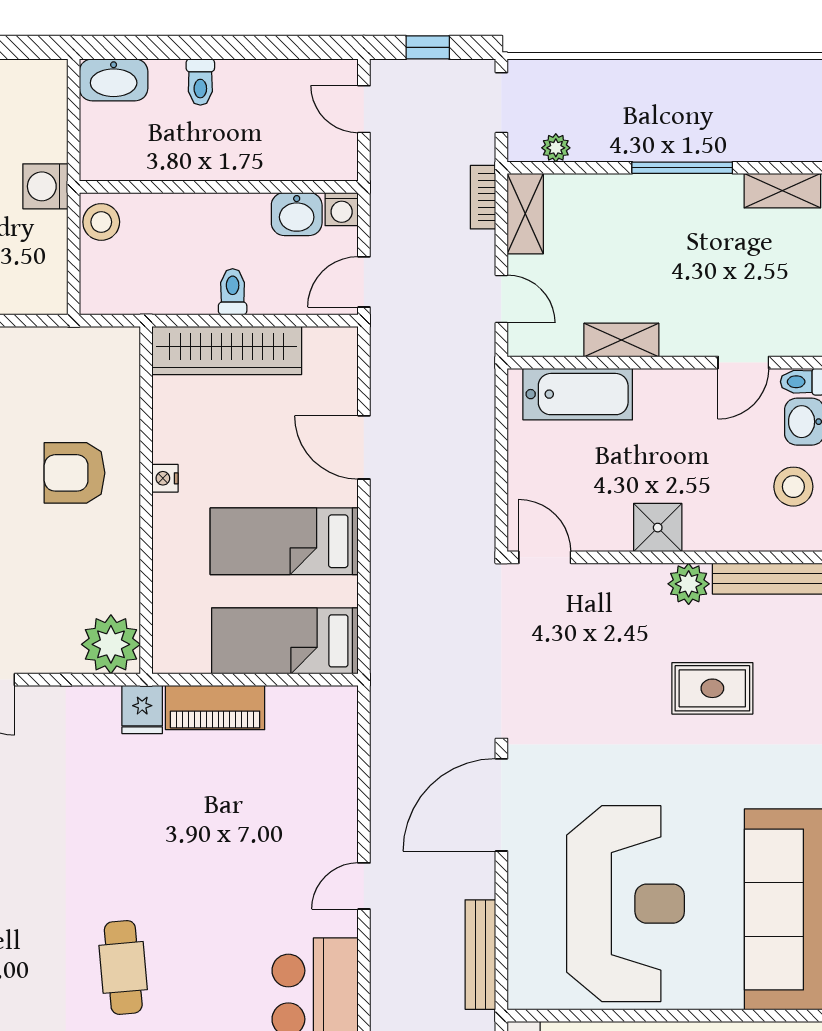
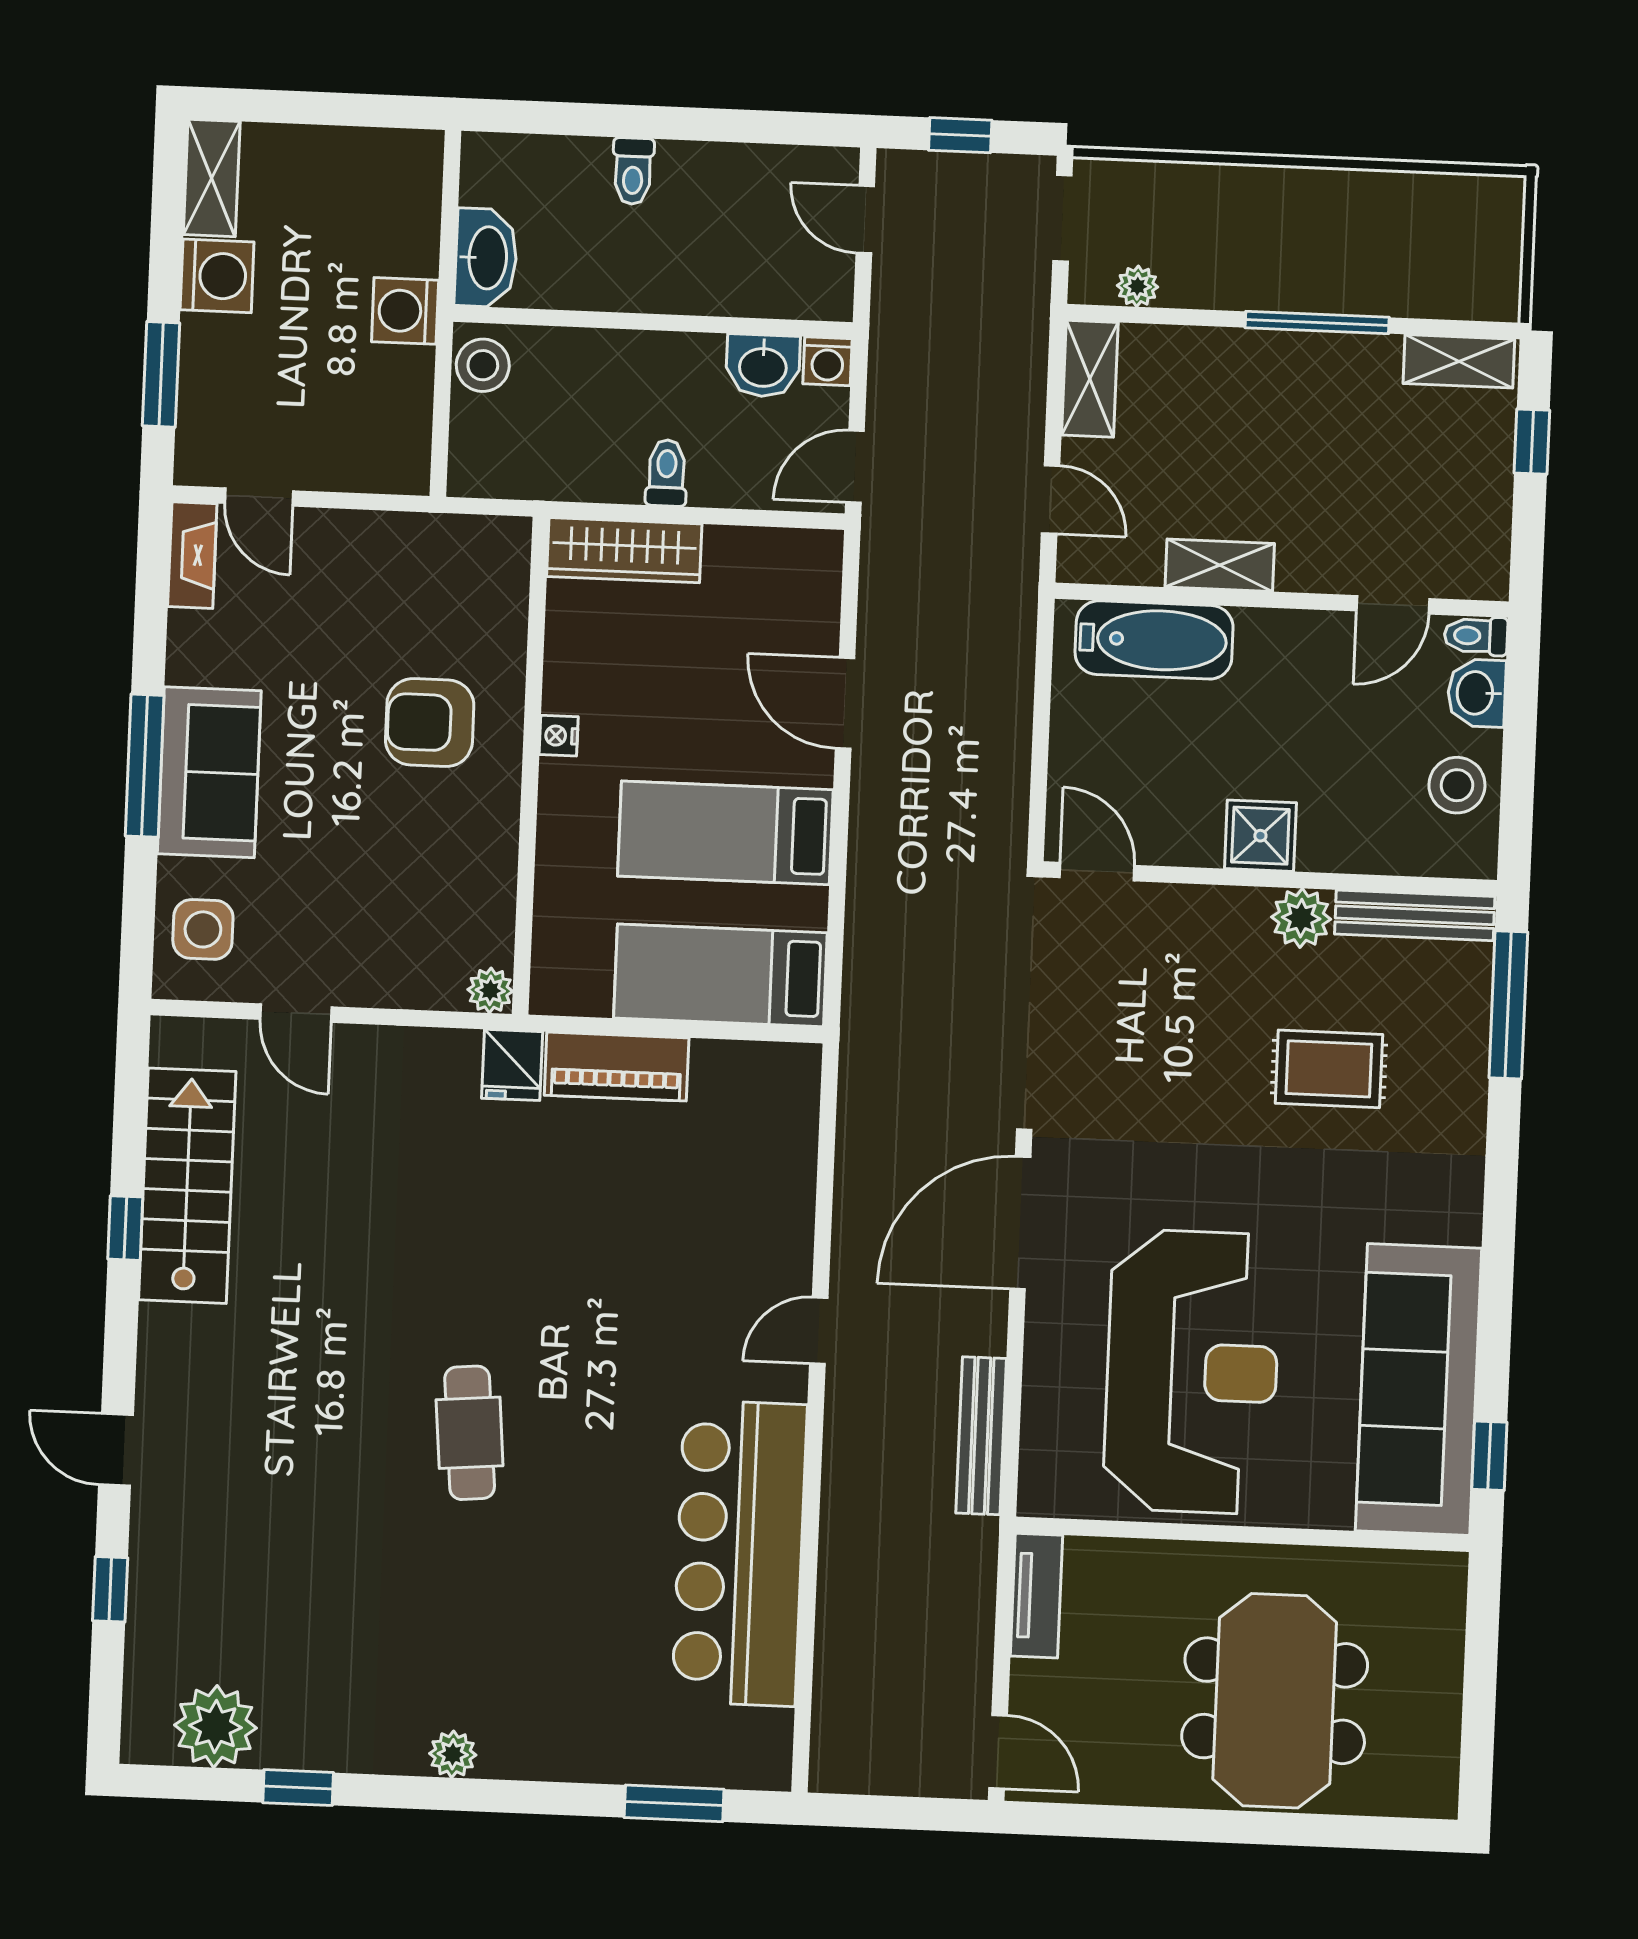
washbasin: (114, 80) -> (486, 258), moved, turned -90
bookcase: (483, 197) -> (1030, 353), removed
wardrobe: (227, 351) -> (624, 550), width x0.71, depth x0.85
plant: (111, 644) -> (490, 990), width x0.53, depth x0.53

